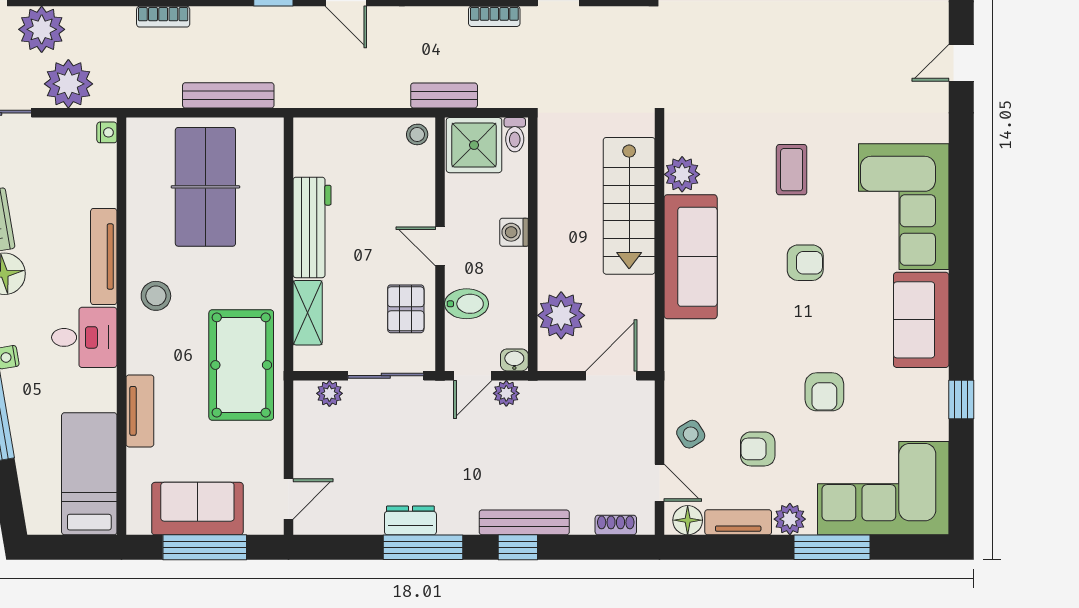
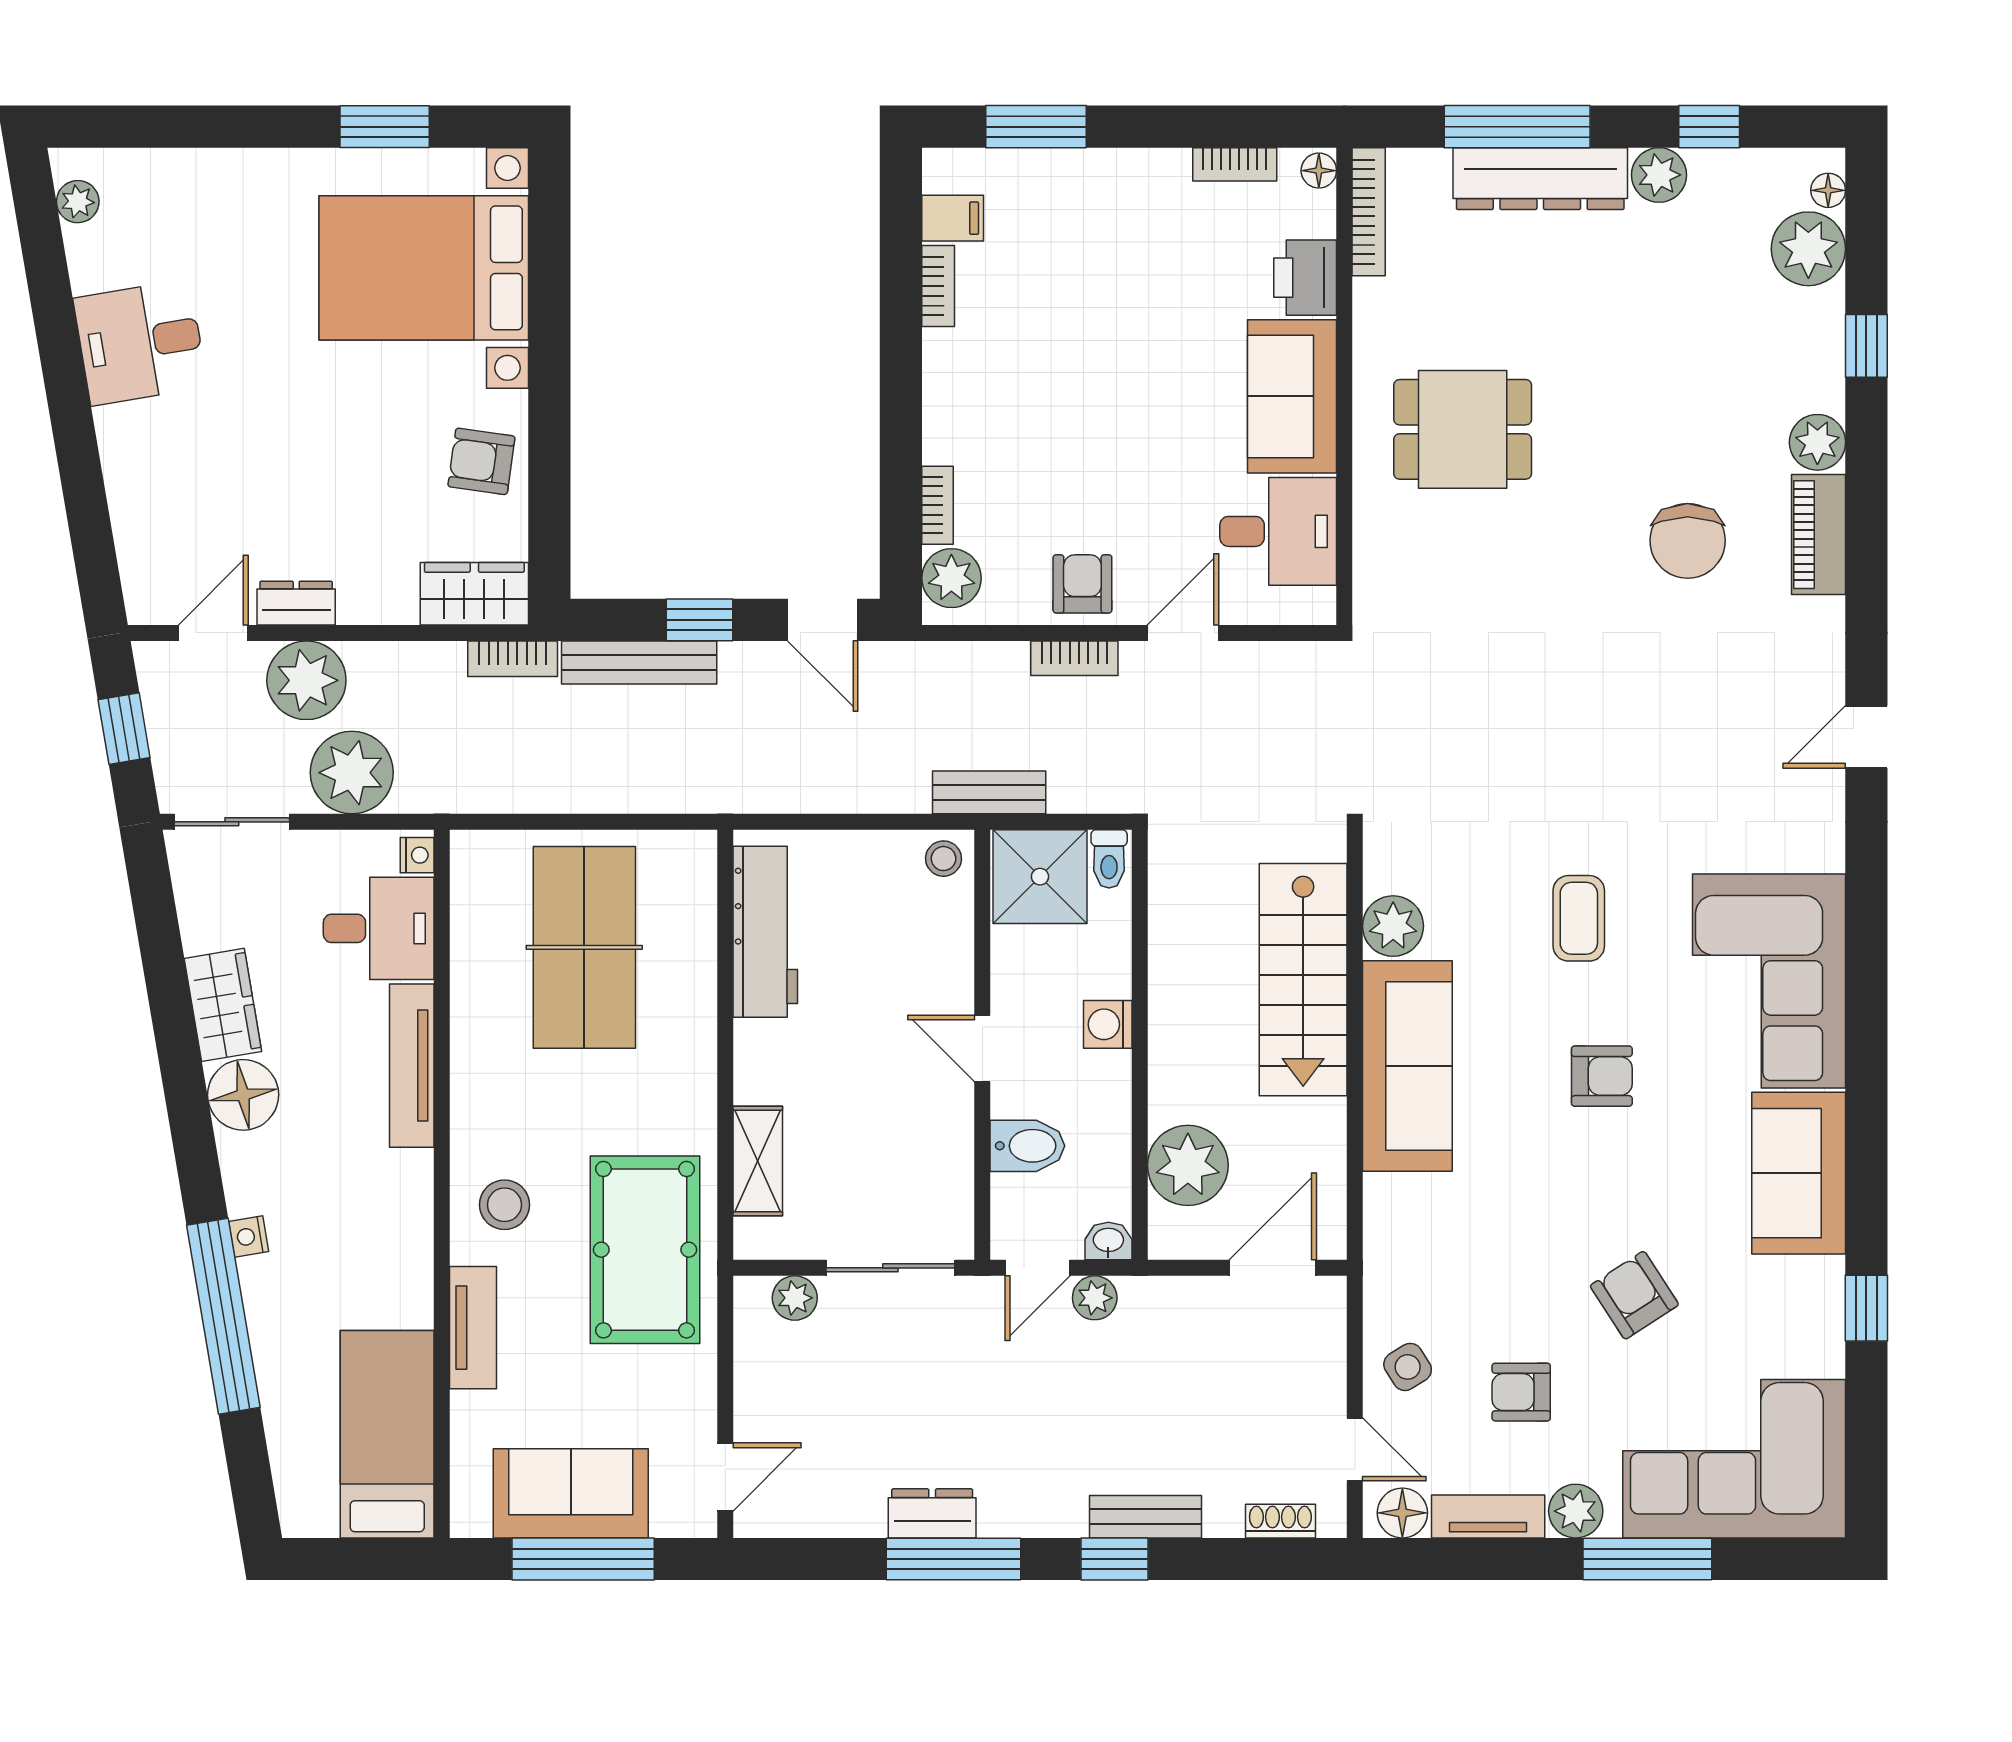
bench: (228, 95) -> (639, 662), moved
workbench: (312, 227) -> (765, 932), moved
stool: (156, 296) -> (504, 1205), moved
pallet: (406, 309) -> (924, 1154), removed
desk: (84, 337) -> (379, 928), moved
armchair: (824, 392) -> (1634, 1295), turned 147
bench: (524, 522) -> (1145, 1517), width x0.73

